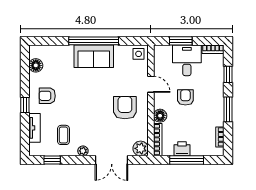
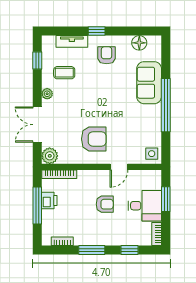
sofa: (94, 56) -> (149, 83), moved
floor lamp: (160, 116) -> (85, 177), removed

